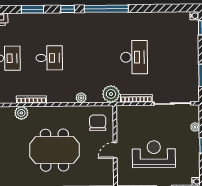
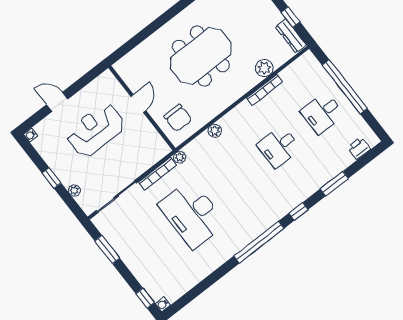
desk: (134, 57) -> (192, 214), width x1.36, depth x1.30
plant: (111, 94) -> (180, 157), width x0.53, depth x0.53
reception desk: (154, 154) -> (95, 130), turned 180

